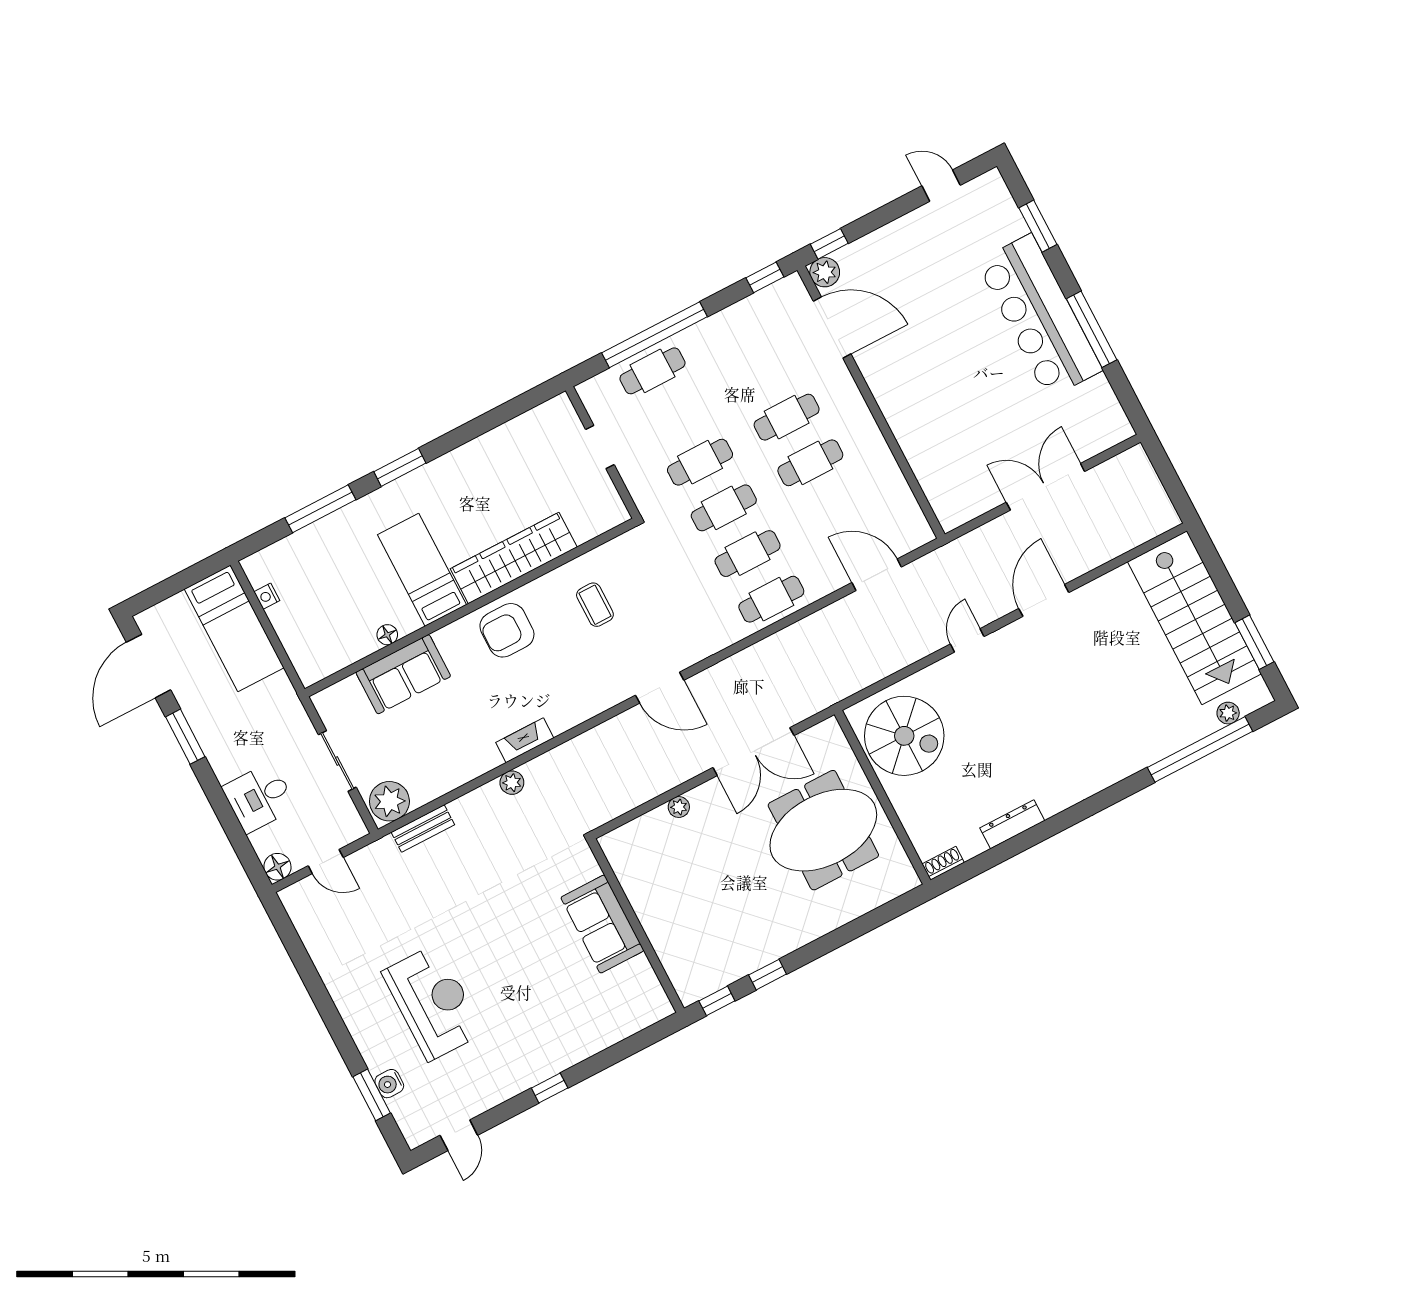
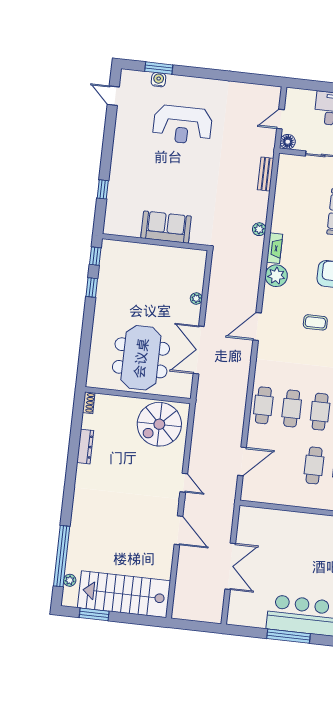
plant: (389, 801) -> (276, 276), moved
floor lamp: (277, 867) -> (288, 142), moved
window: (550, 1088) -> (103, 189), moved

